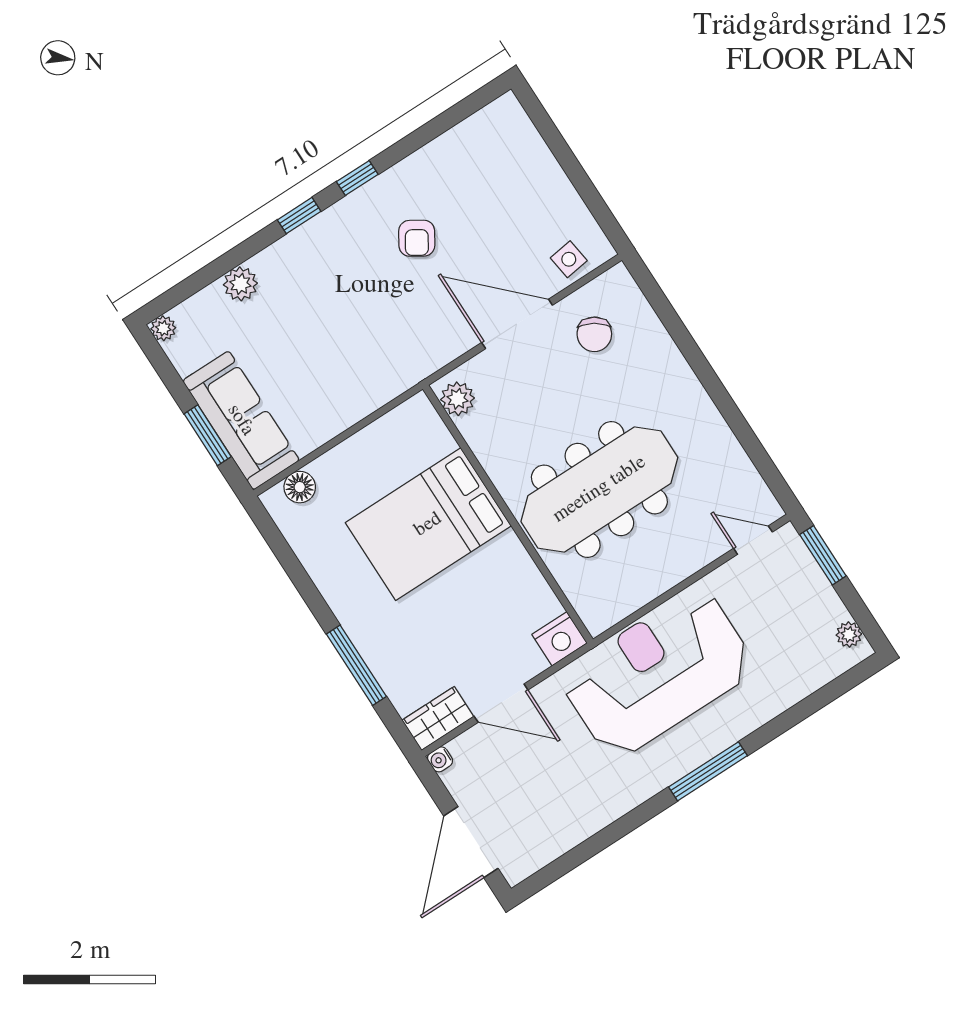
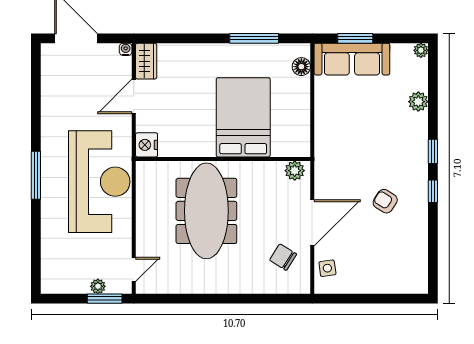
plant: (849, 634) -> (98, 286), moved
window: (356, 665) -> (254, 38), moved

